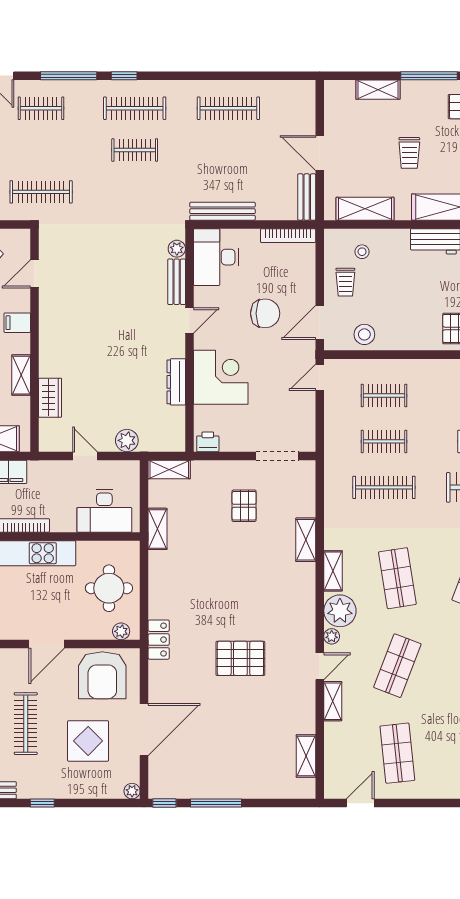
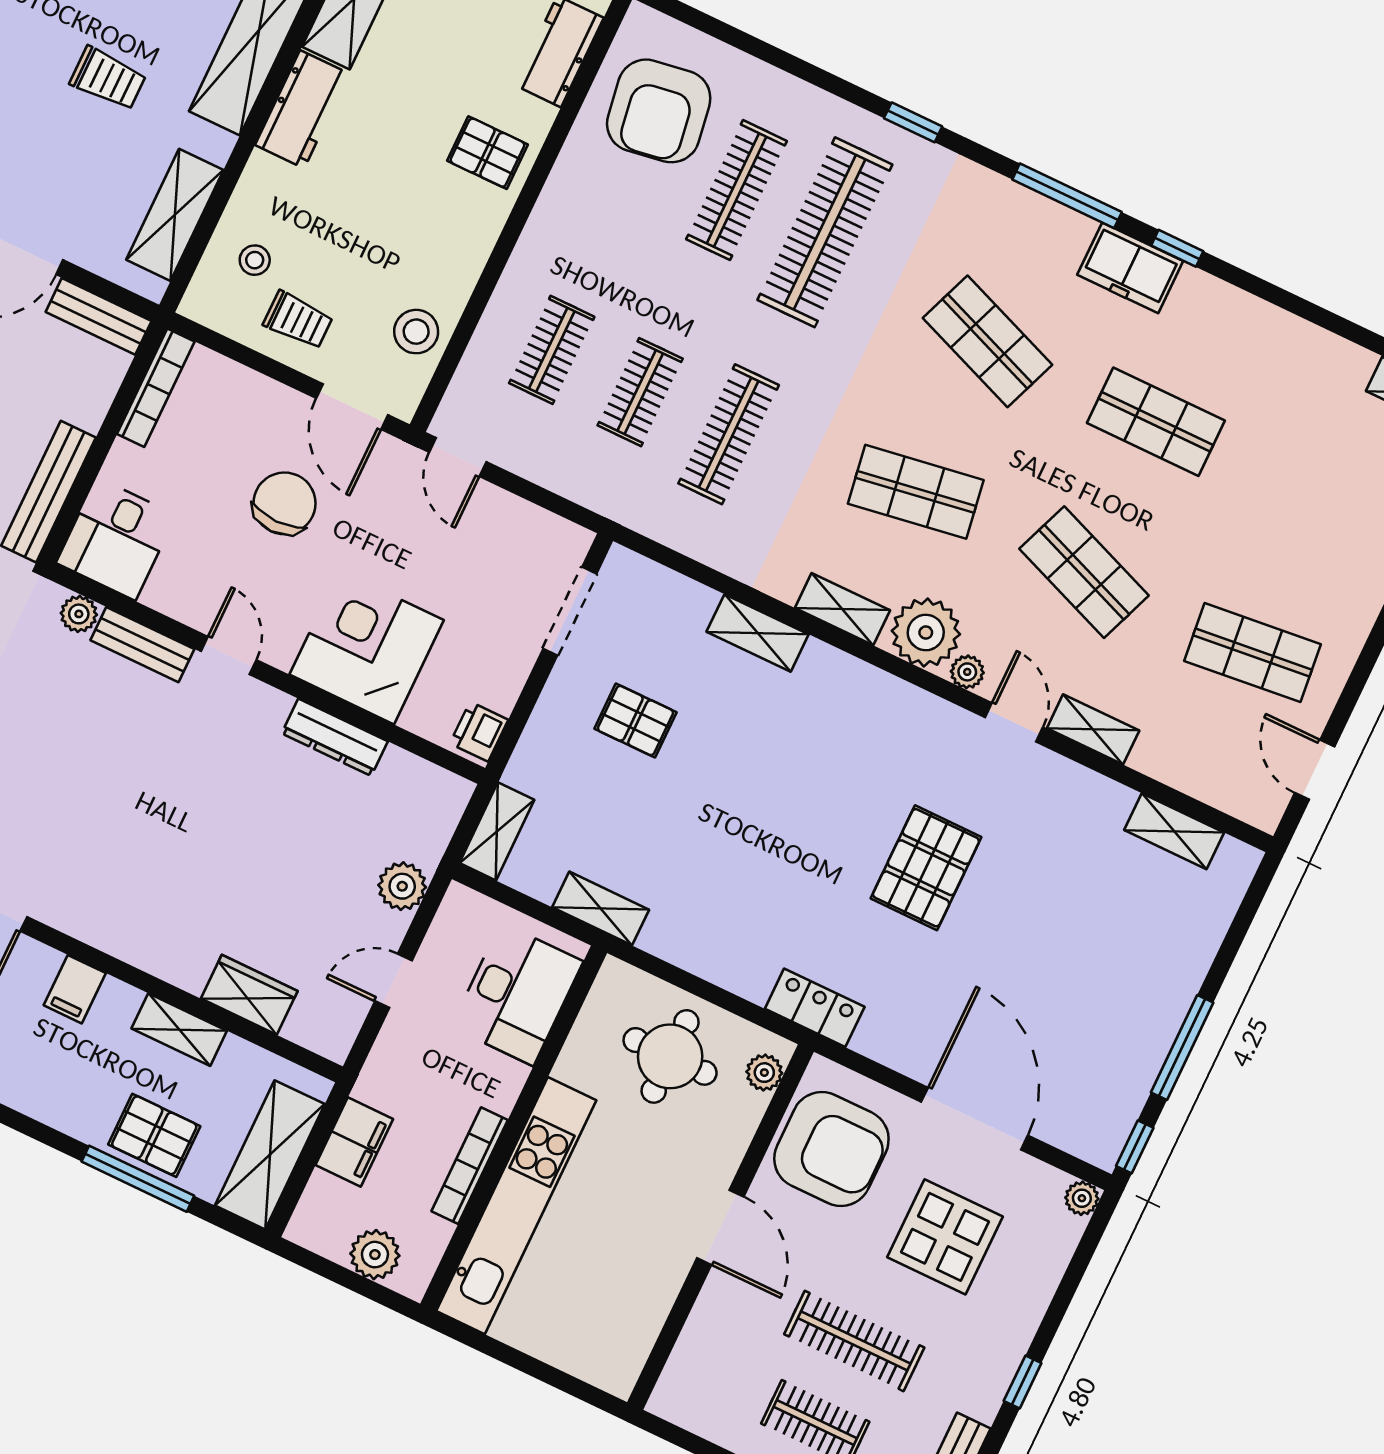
desk: (216, 257) -> (116, 539), width x0.73

